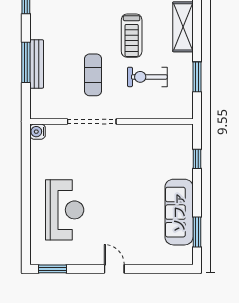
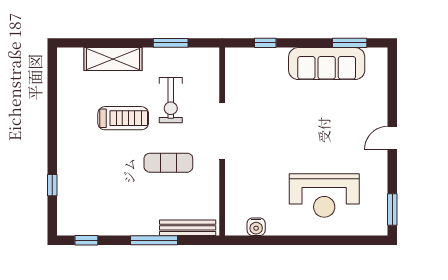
bench: (37, 64) -> (188, 228), moved
doorway: (92, 122) -> (222, 131), moved
water cooler: (38, 132) -> (256, 227), moved
reception desk: (65, 210) -> (324, 195), turned 180

